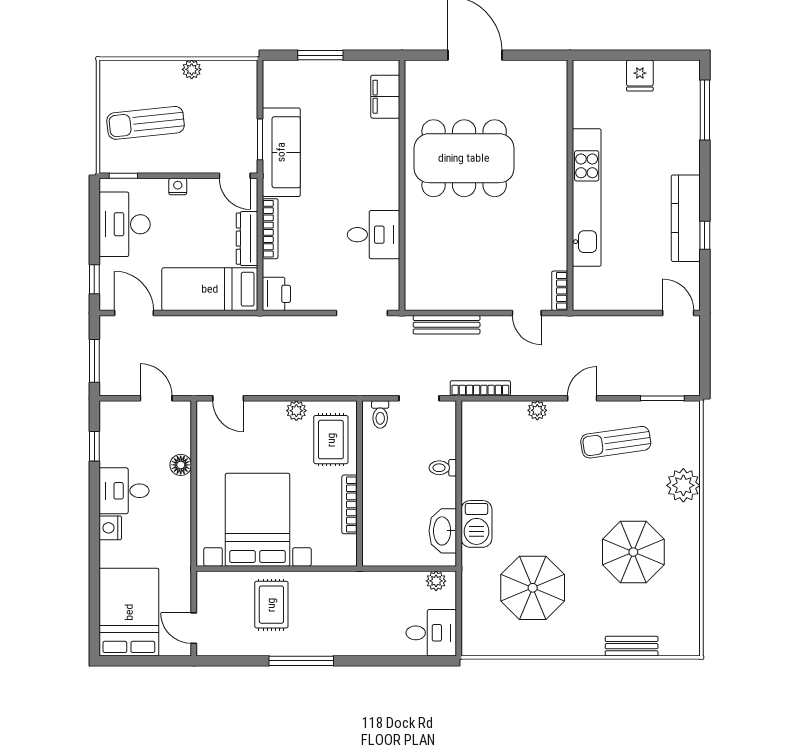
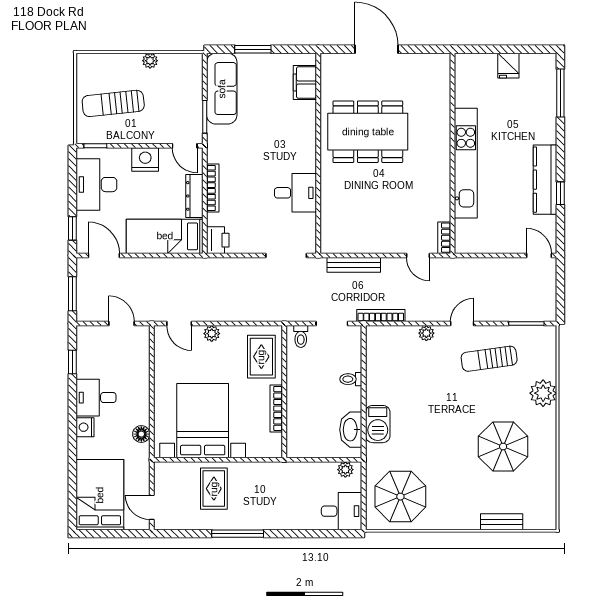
sofa: (281, 152) -> (222, 89), moved
nightstand: (178, 186) -> (145, 160), width x1.89, depth x1.79
plant: (296, 411) -> (212, 334), moved
floor lamp: (181, 465) -> (141, 434), moved
parasol: (533, 588) -> (400, 497), moved

